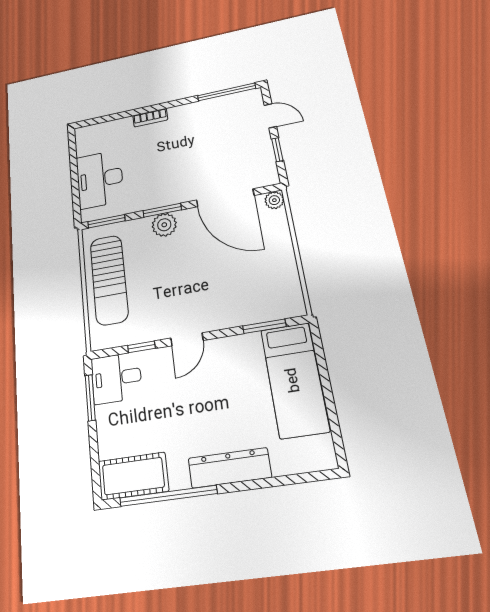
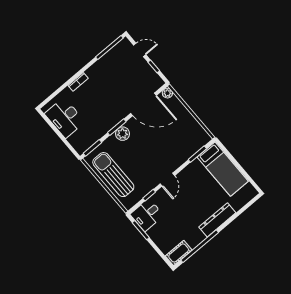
desk: (100, 179) -> (65, 118), moved
sun lounger: (109, 280) -> (113, 175), turned 180
cot: (133, 476) -> (179, 253), width x0.73, depth x0.75

